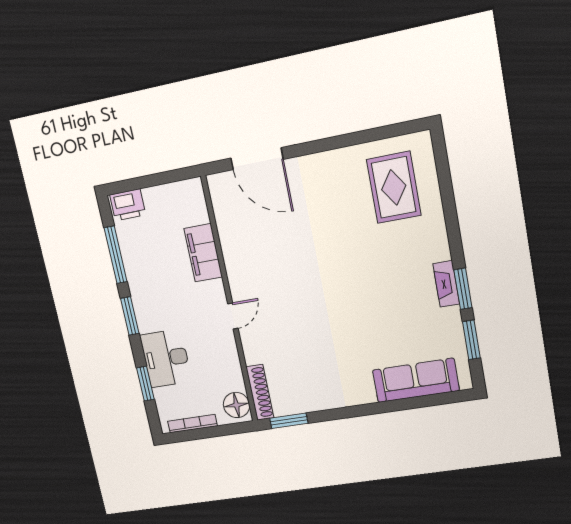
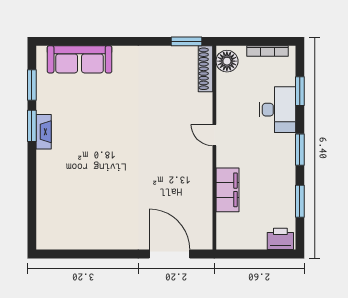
rug: (394, 187) -> (70, 212), removed
window: (116, 255) -> (300, 201), width x0.69
door: (233, 316) -> (214, 135), hinge flipped

